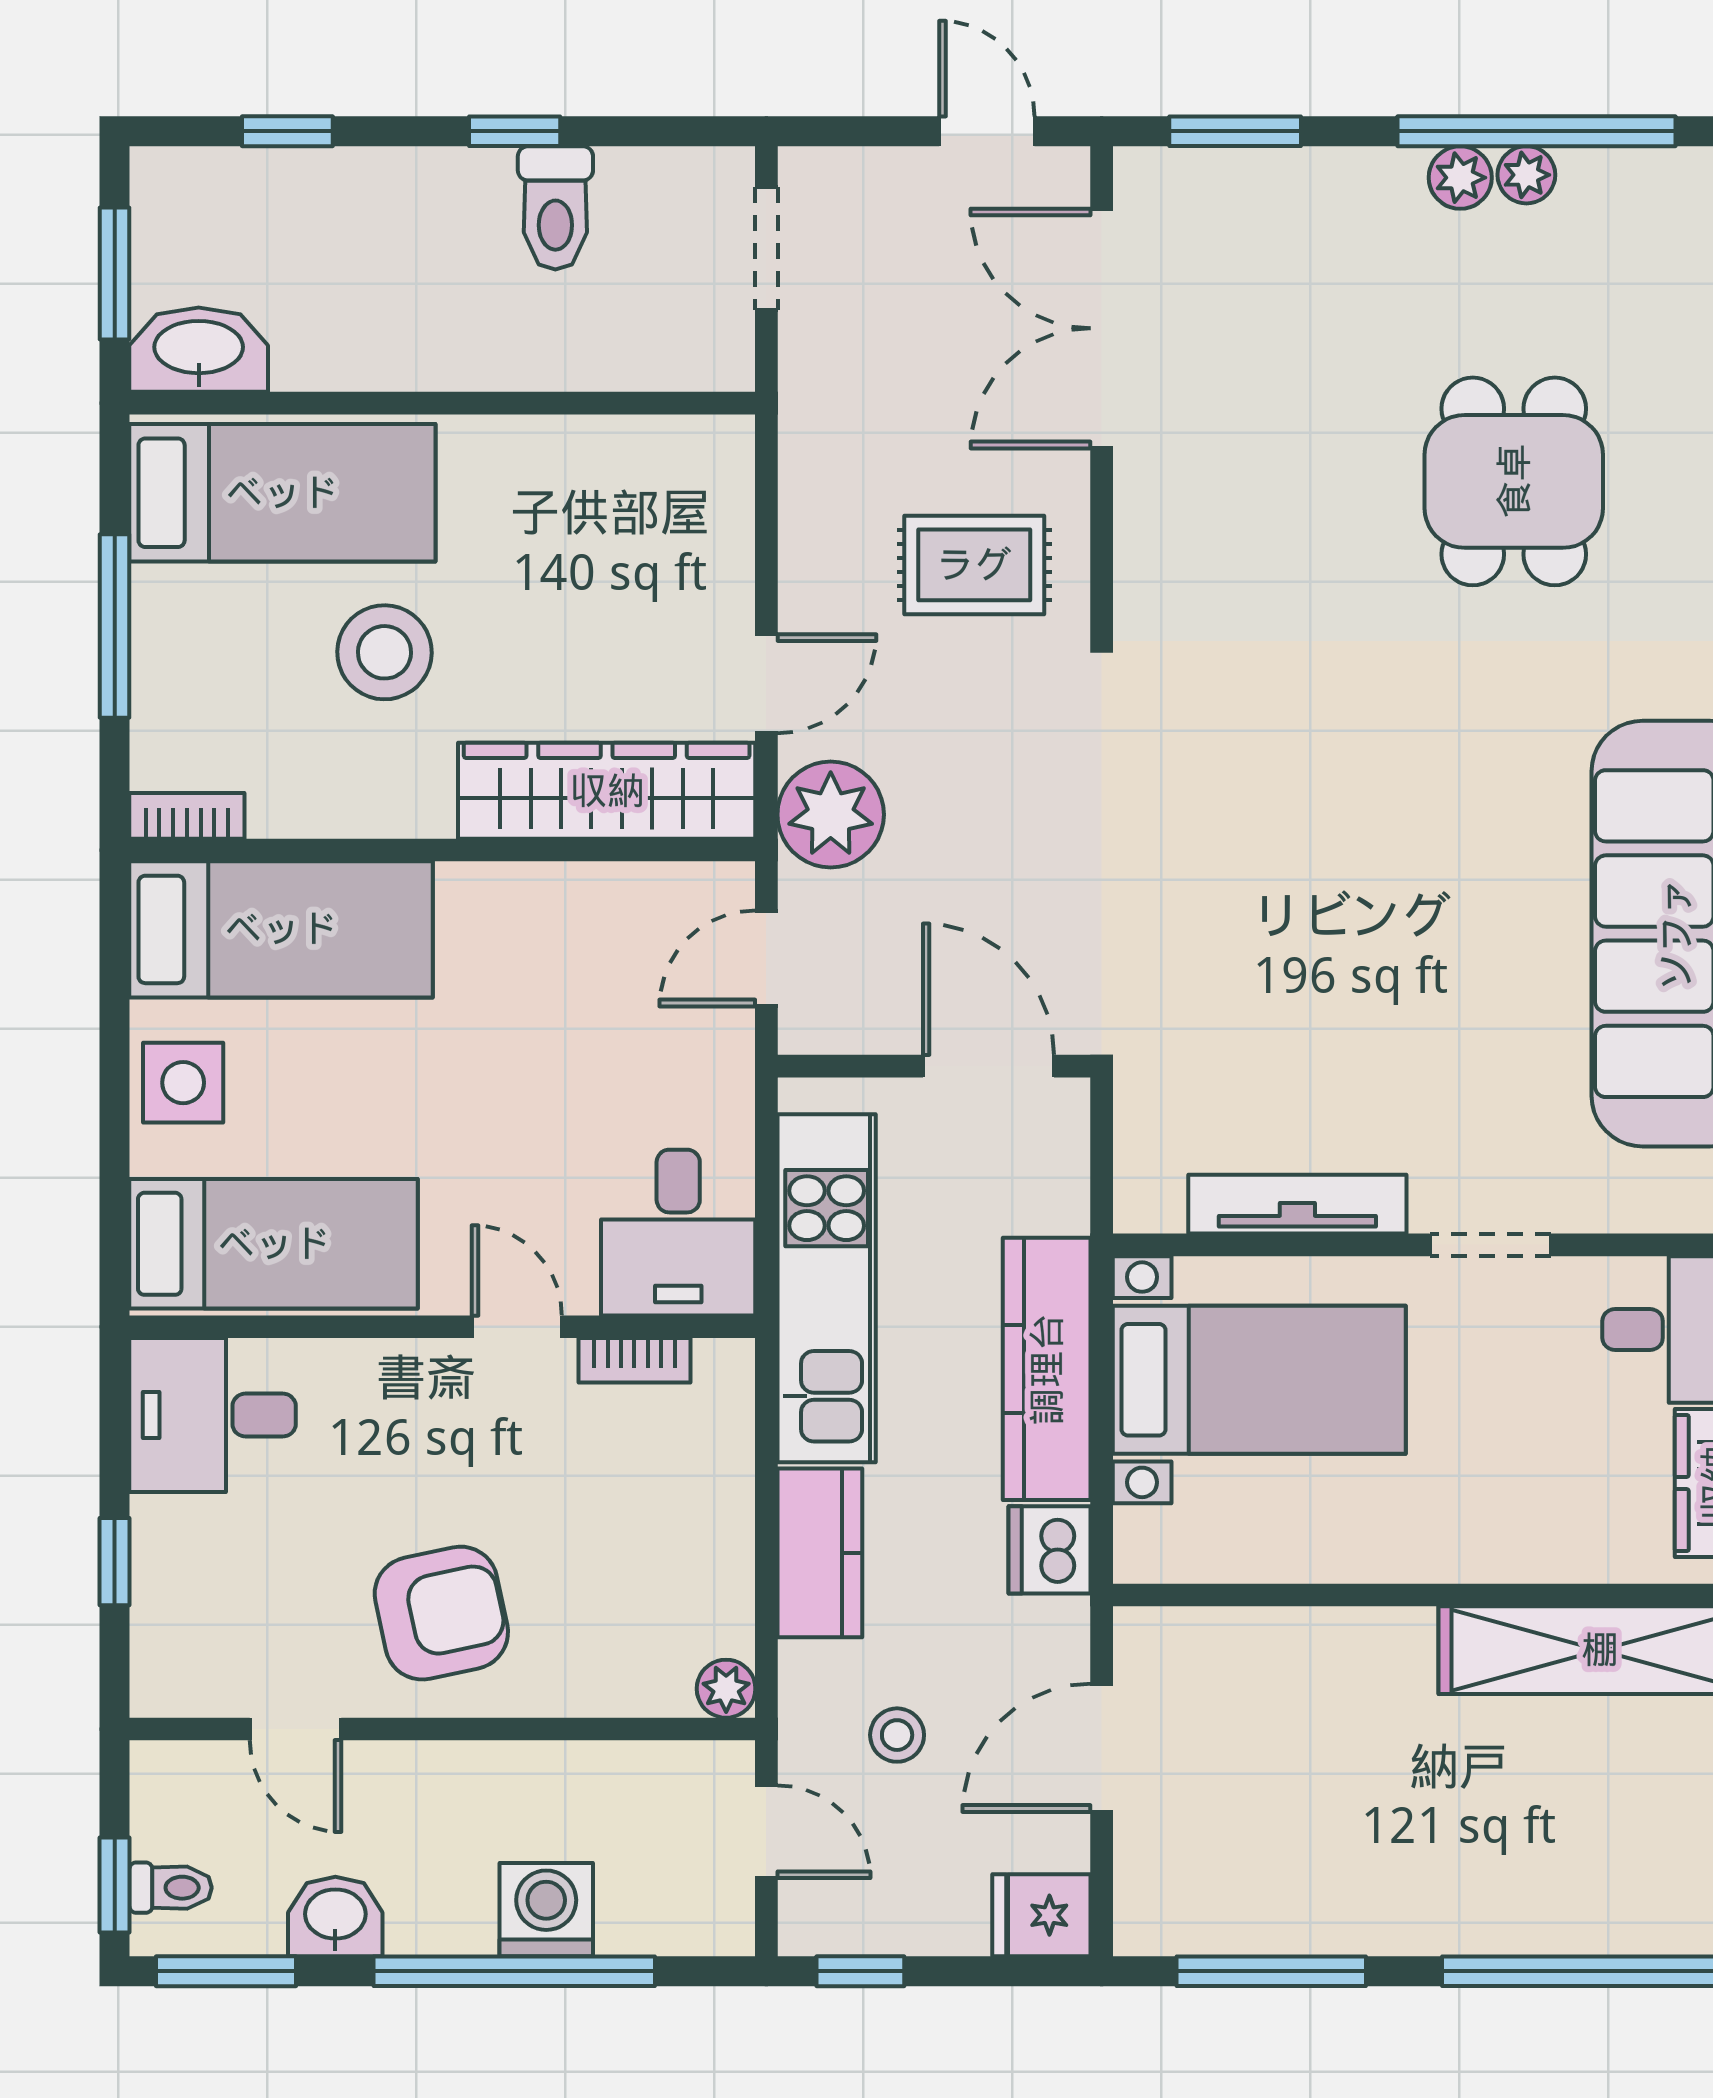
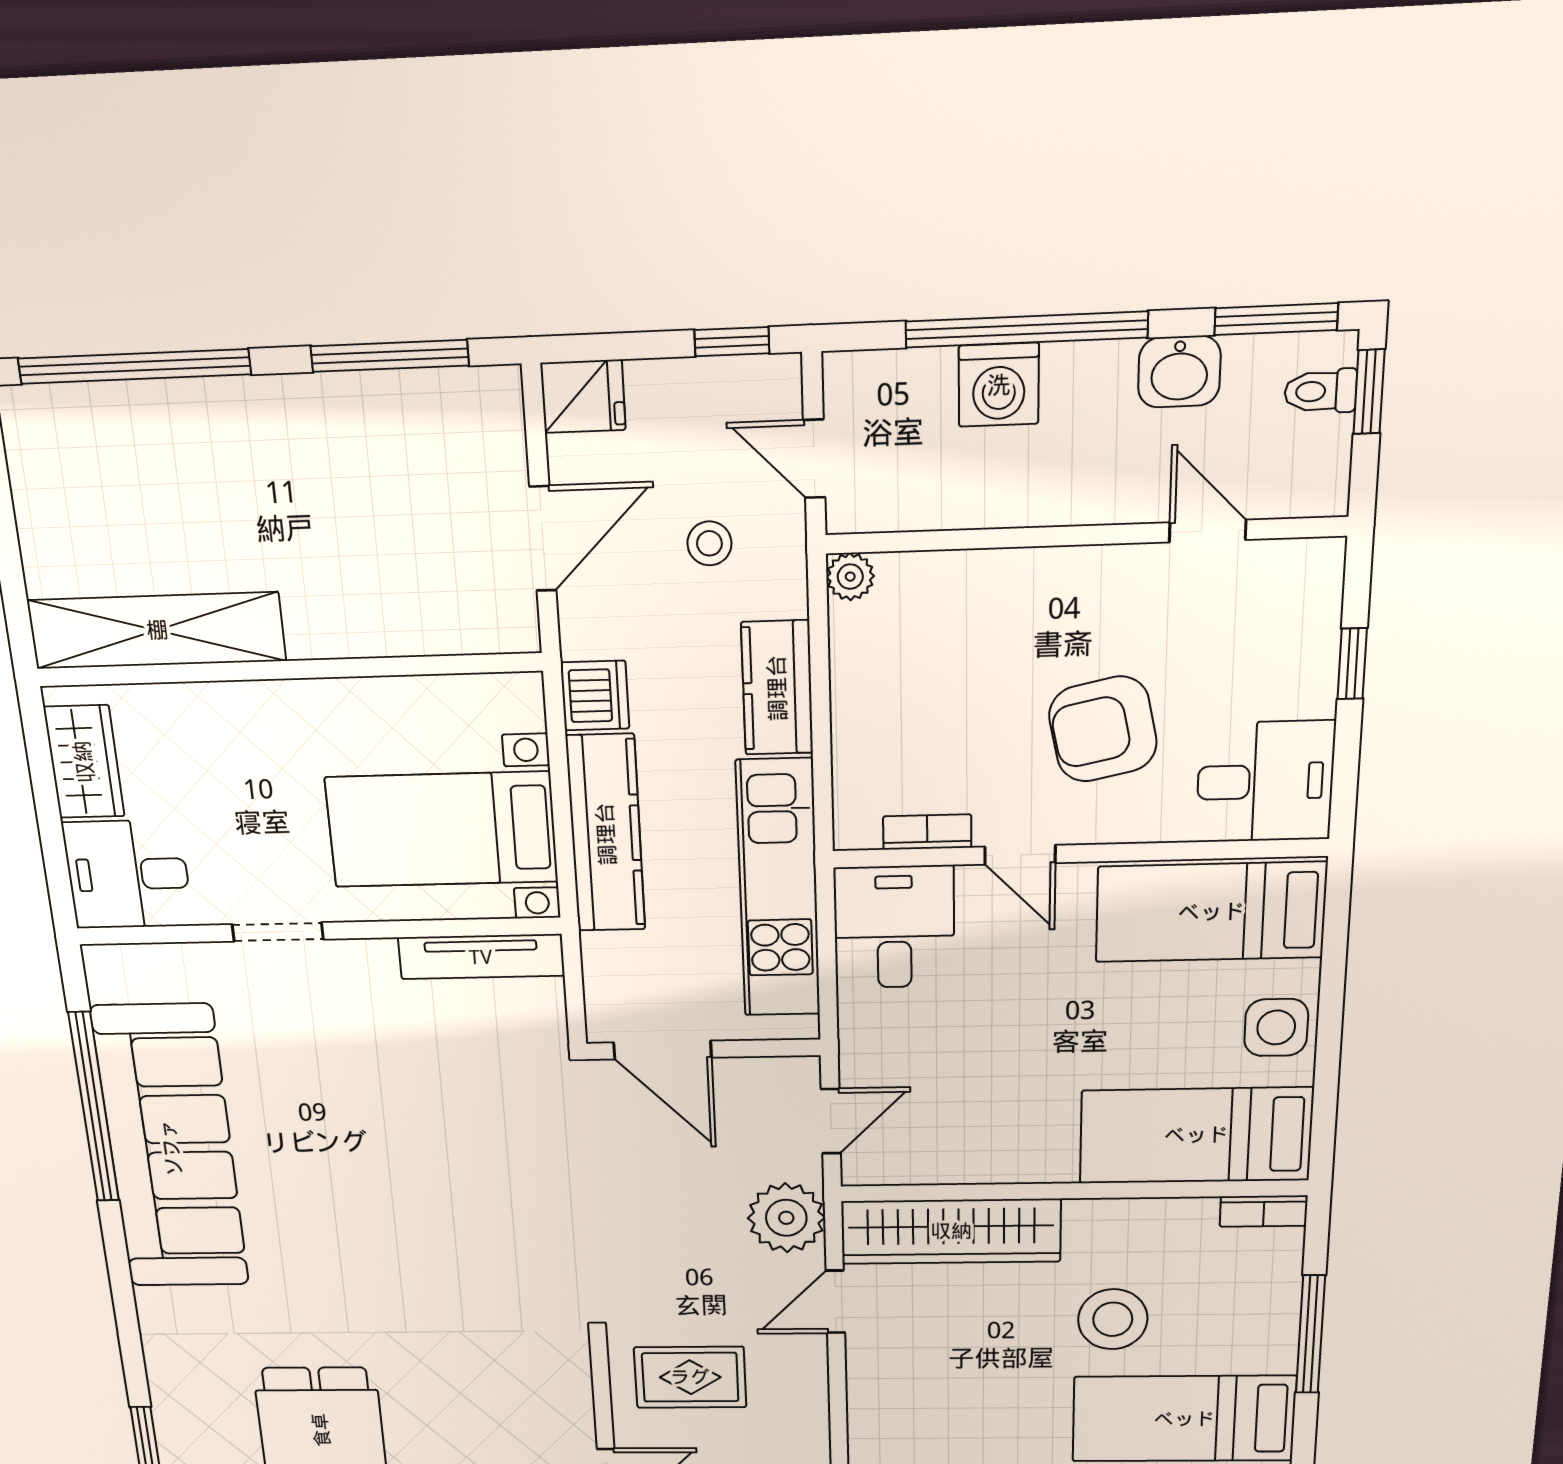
tv unit: (1297, 1204) -> (481, 957), moved
armchair: (441, 1613) -> (1103, 729), moved

